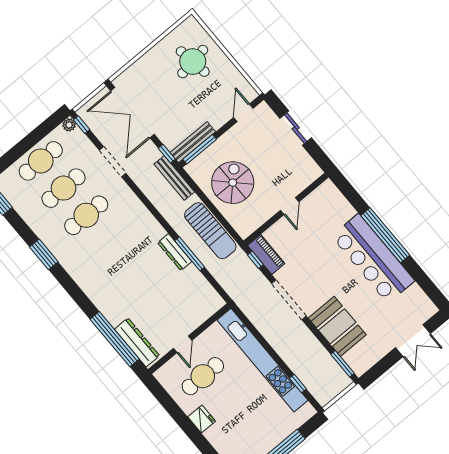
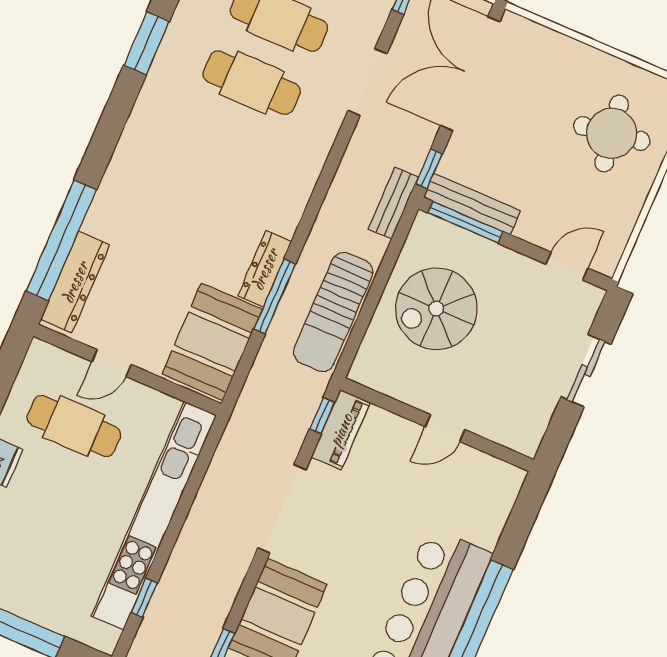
bench: (174, 178) -> (393, 203), width x0.73
spiral stairs: (233, 183) -> (436, 309), turned 180
booth: (196, 293) -> (212, 342), added

